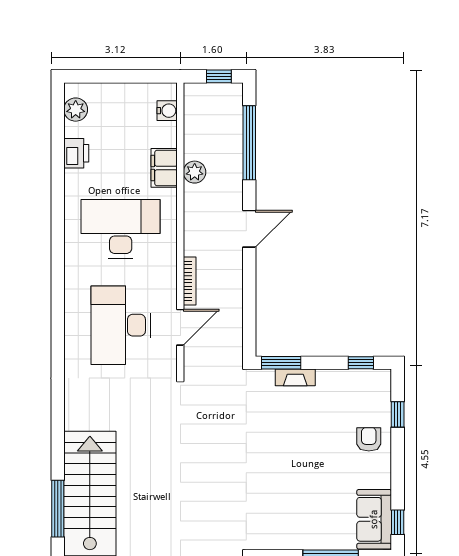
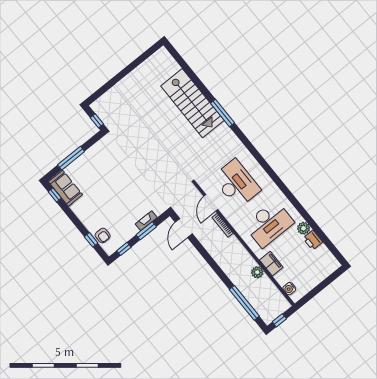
plant: (76, 110) -> (303, 228), moved
door: (249, 229) -> (184, 228), moved
window: (281, 363) -> (146, 231), moved
armchair: (369, 439) -> (103, 235), moved
window: (58, 509) -> (223, 113), moved

